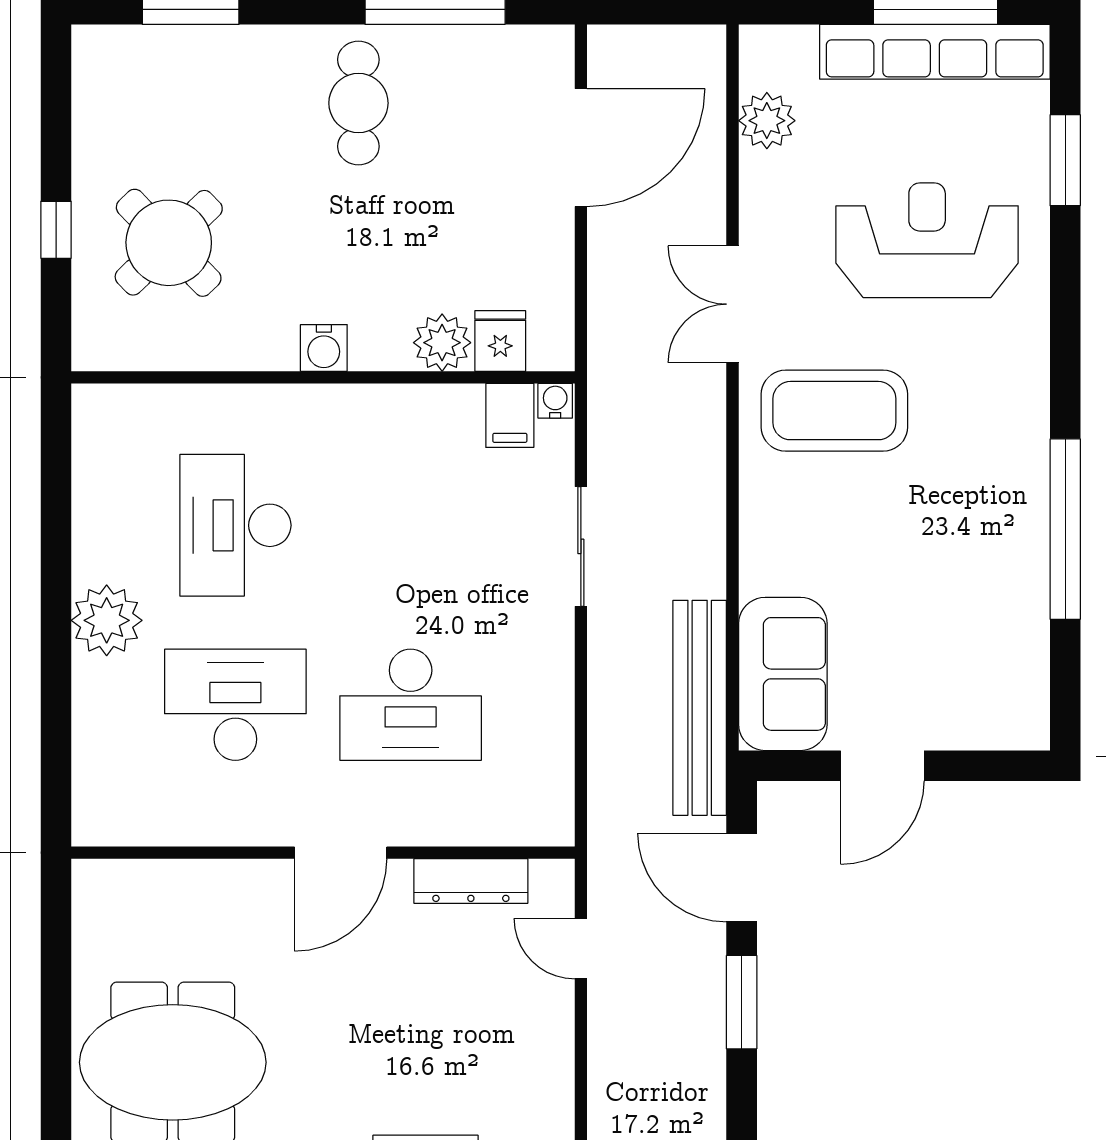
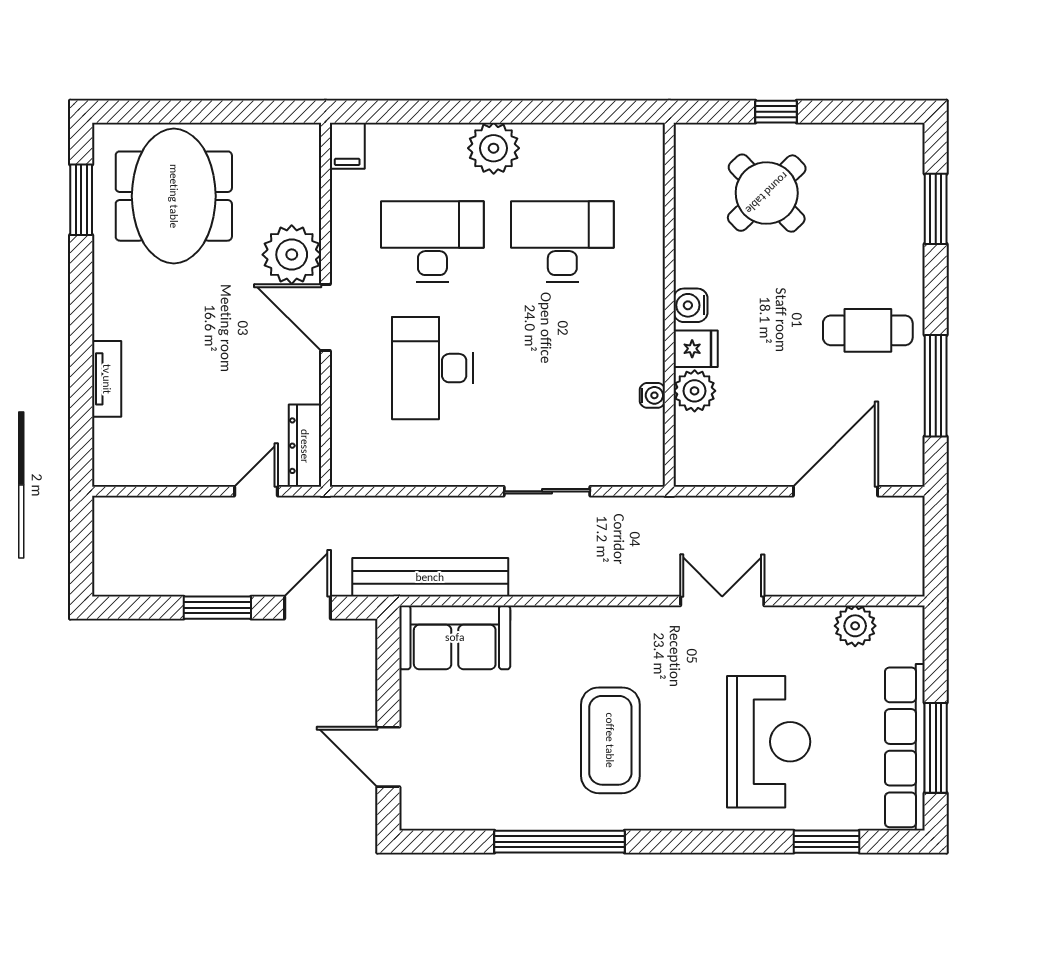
door: (581, 148) -> (835, 491), swing flipped
fridge: (500, 341) -> (696, 349), moved
water cooler: (555, 401) -> (652, 395), moved
coffee table: (834, 411) -> (610, 740), moved
filing cabinet: (510, 415) -> (347, 146), moved, turned -90
desk: (235, 705) -> (432, 241), turned -90
door: (882, 766) -> (388, 757), moved
door: (742, 878) -> (307, 608), width x0.73
dresser: (471, 881) -> (305, 446), moved
plant: (254, 899) -> (292, 255), added

